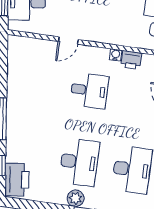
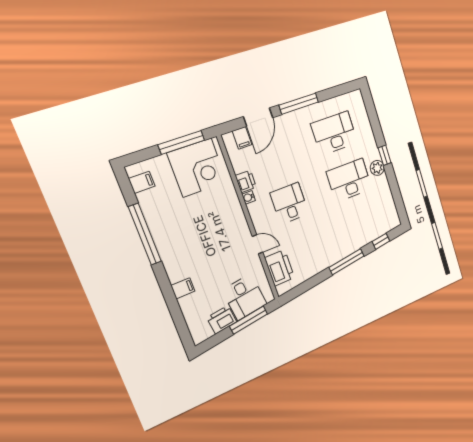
printer: (17, 180) -> (280, 268), moved, turned 97

